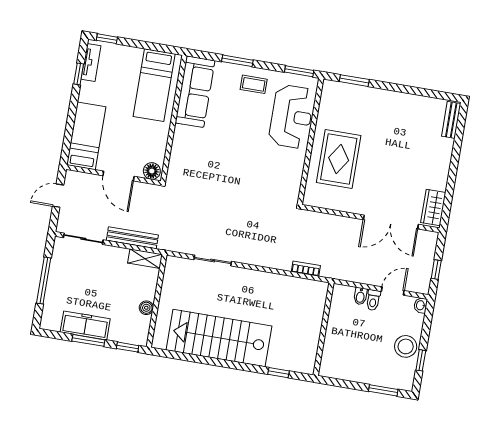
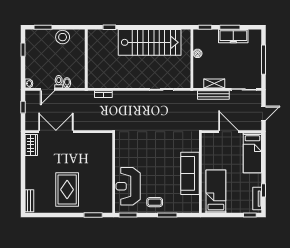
sofa: (195, 92) -> (190, 173), moved
rug: (339, 159) -> (67, 190), moved
floor lamp: (152, 171) -> (208, 138), removed
shelving: (145, 259) -> (214, 83), moved
stool: (406, 346) -> (63, 37), moved

